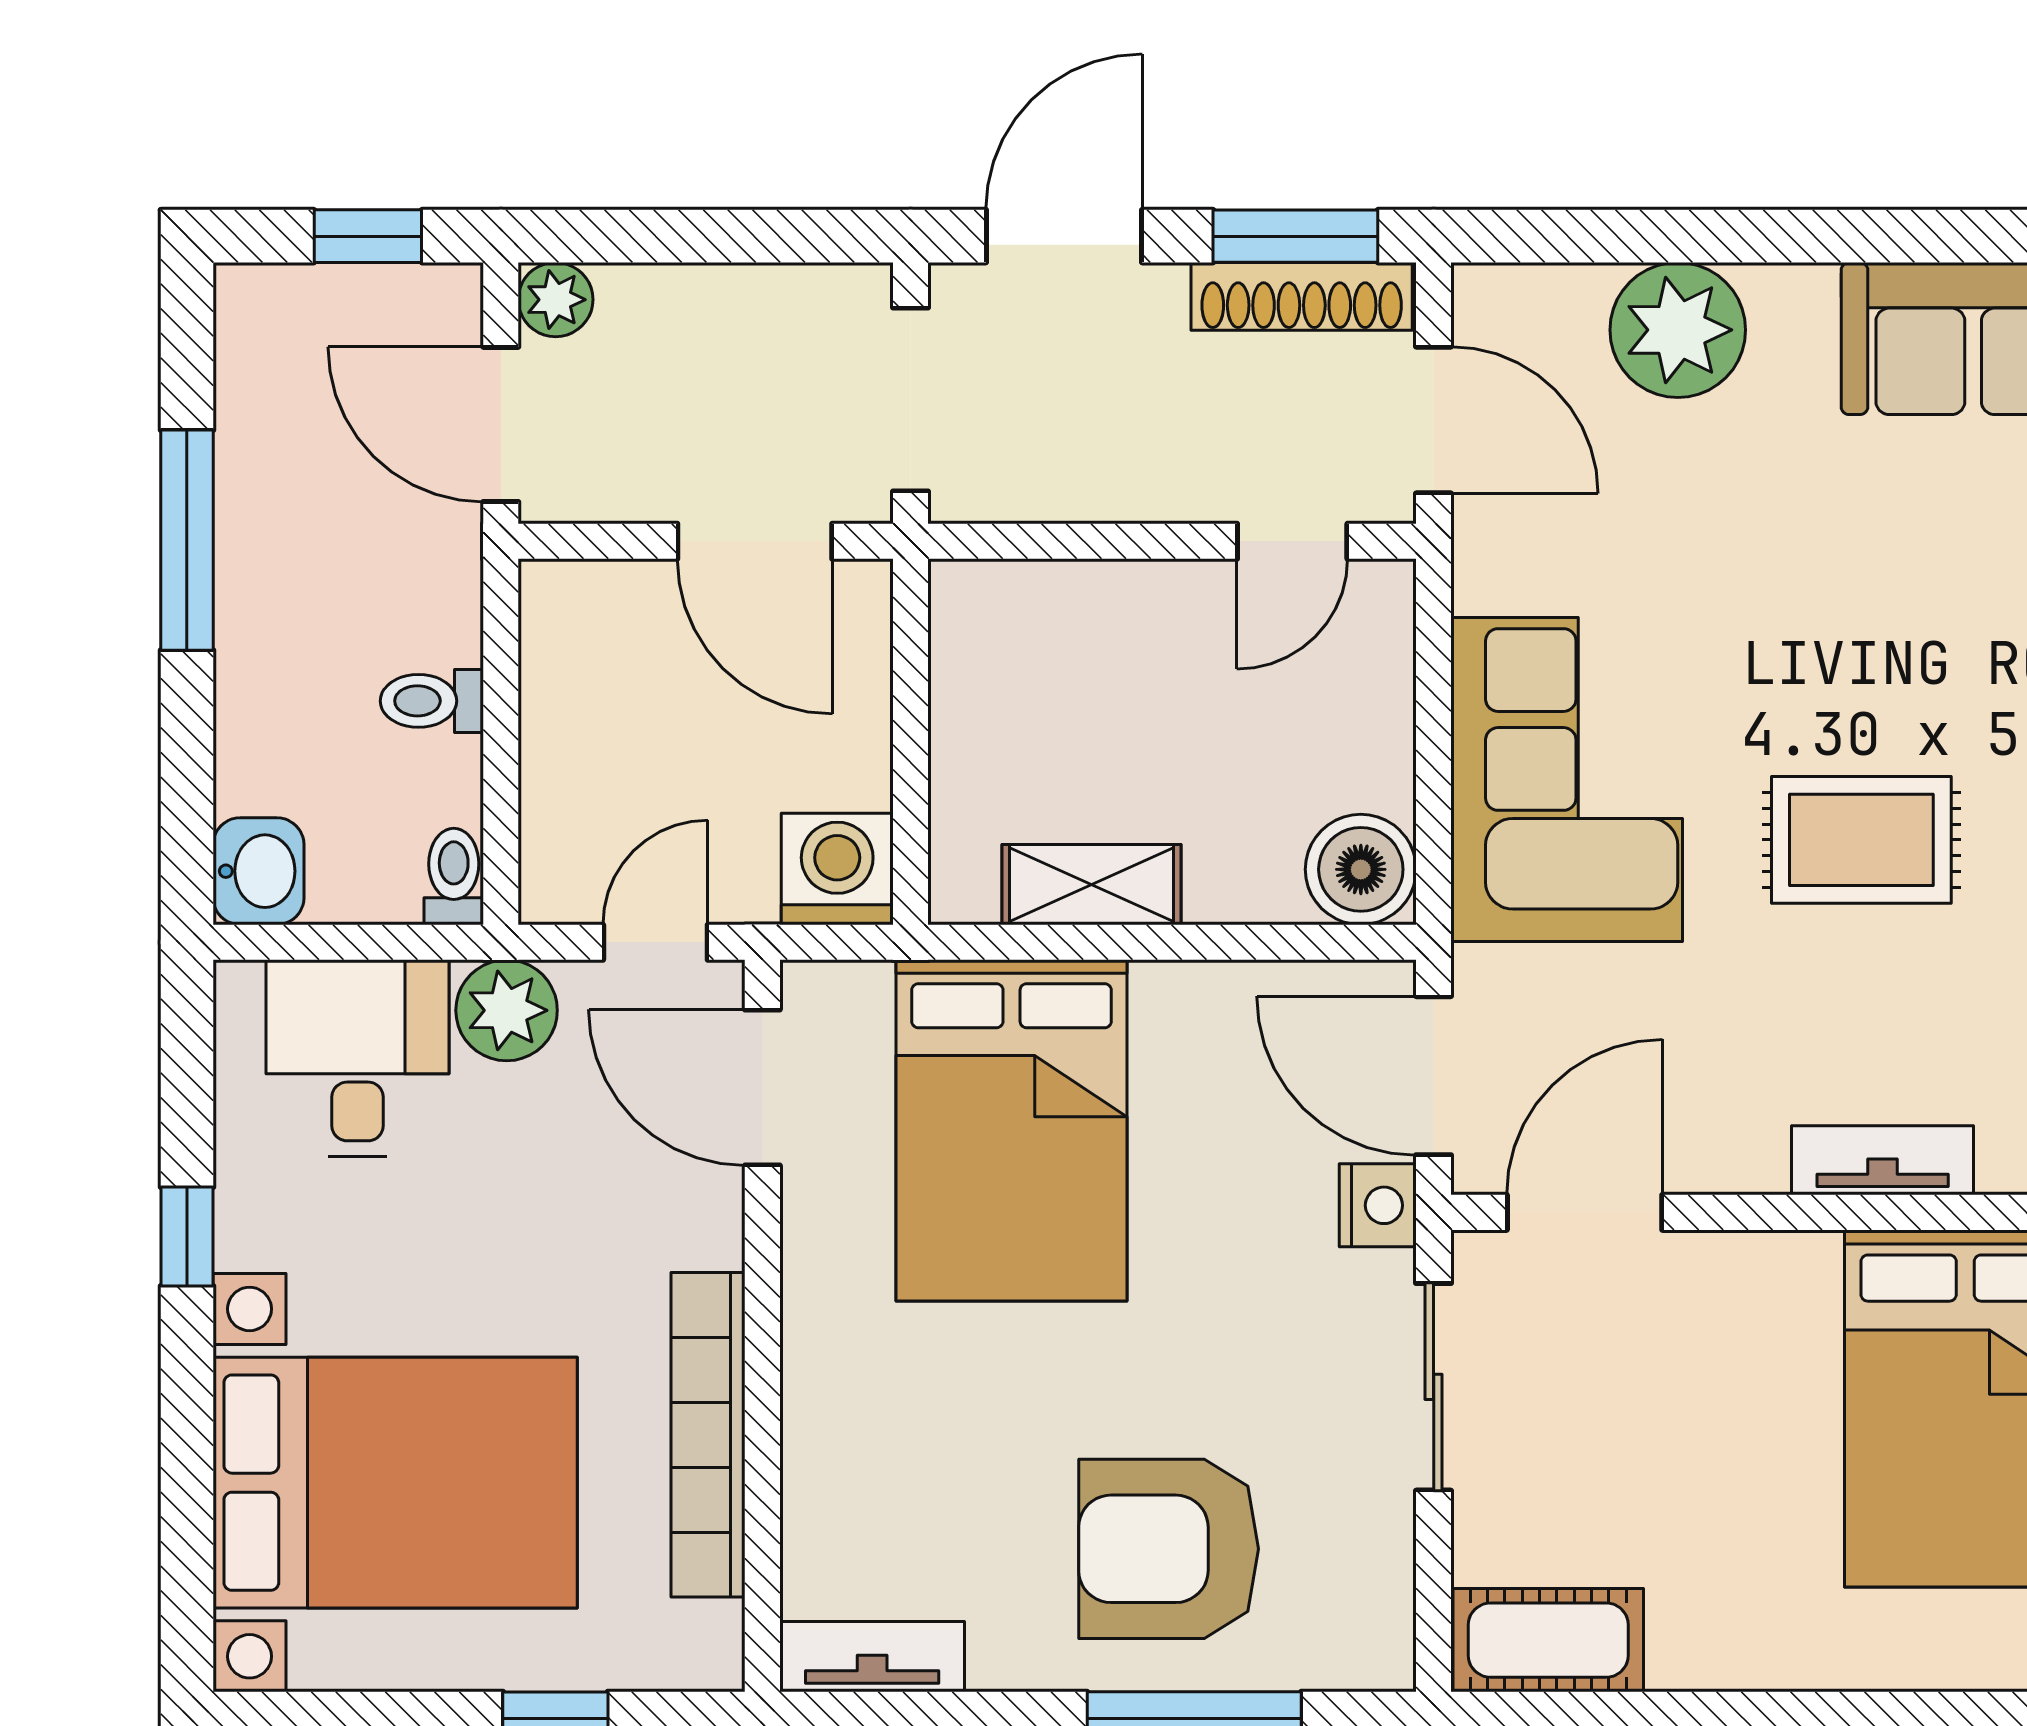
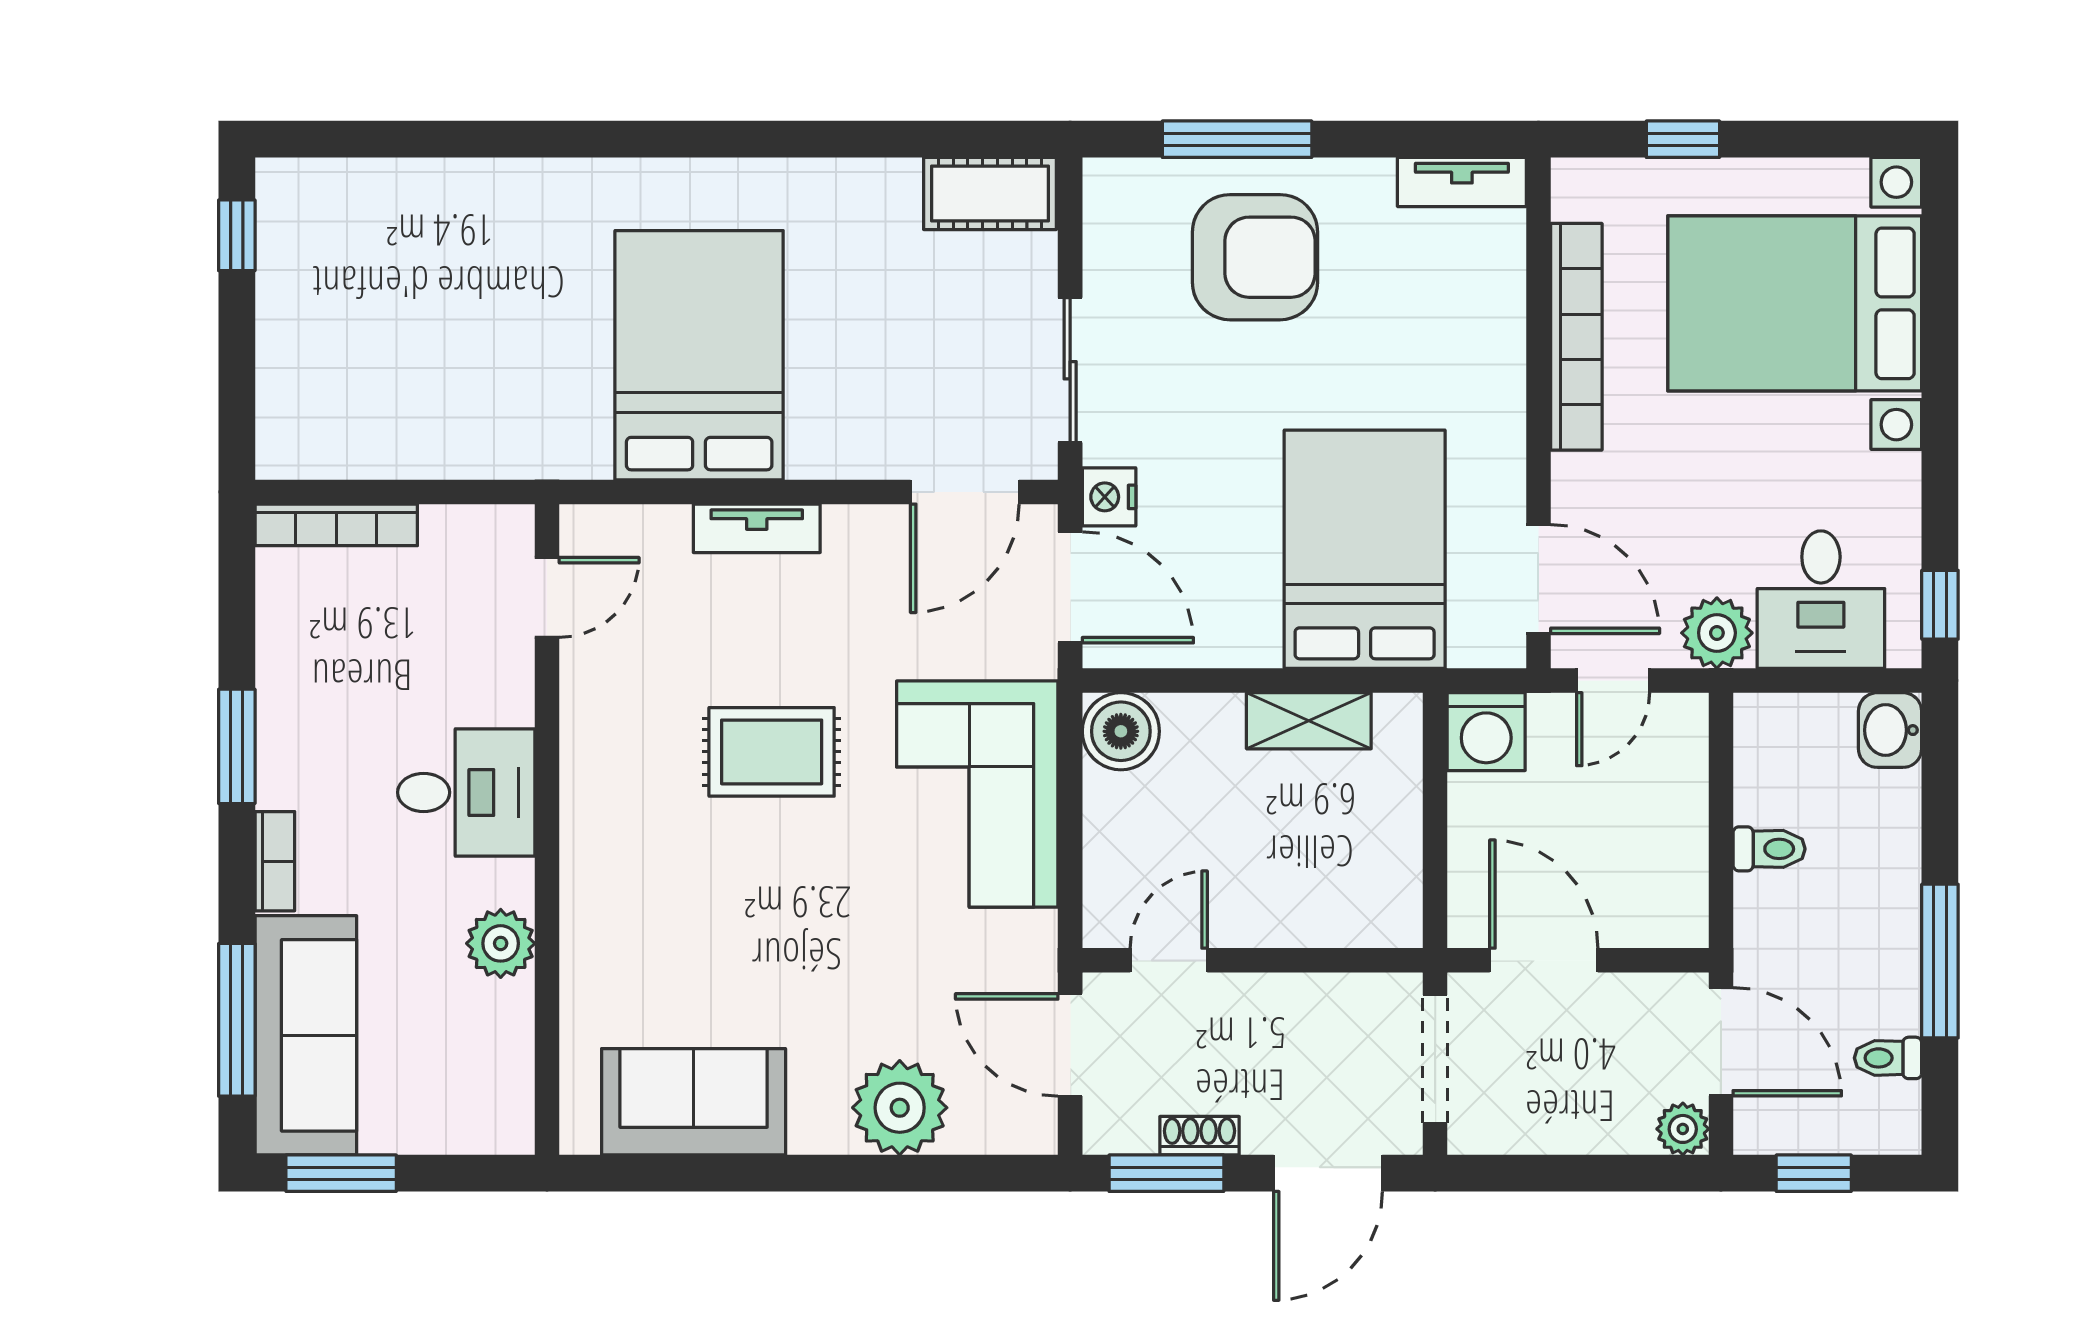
shoe rack: (1302, 296) -> (1200, 1136), width x0.51, depth x0.81
toilet: (454, 876) -> (1888, 1058), moved, turned 90
window: (187, 1236) -> (1940, 605), moved

